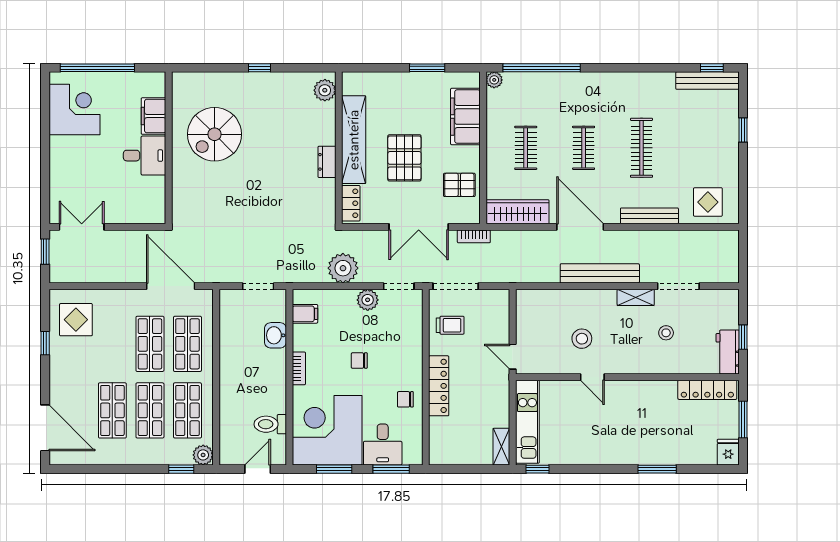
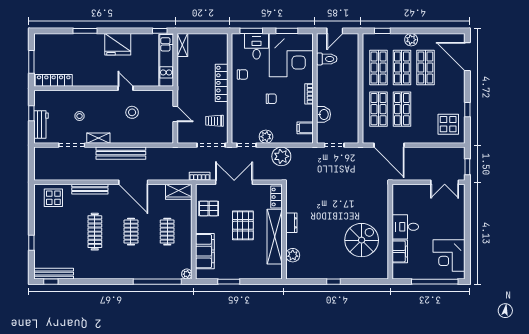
plant: (325, 90) -> (293, 255), moved
wardrobe: (517, 212) -> (179, 192), width x0.67
workbench: (728, 352) -> (41, 124), moved
door: (513, 357) -> (175, 114), moved
fridge: (728, 452) -> (118, 44), moved, width x1.88, depth x1.34
plant: (203, 455) -> (411, 40), moved

